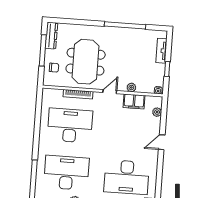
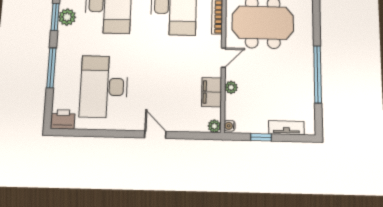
door: (110, 92) -> (223, 58), hinge flipped
plant: (157, 112) -> (214, 126), moved

